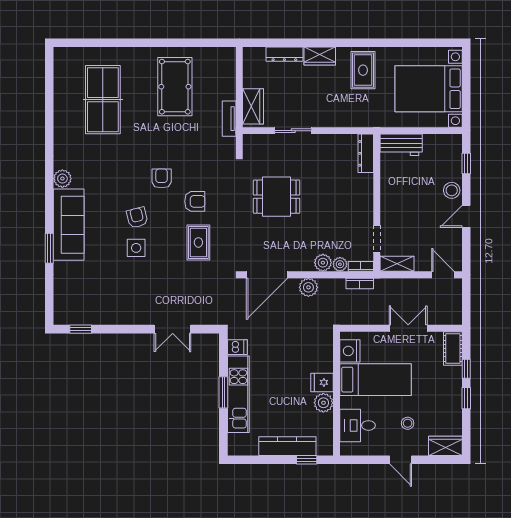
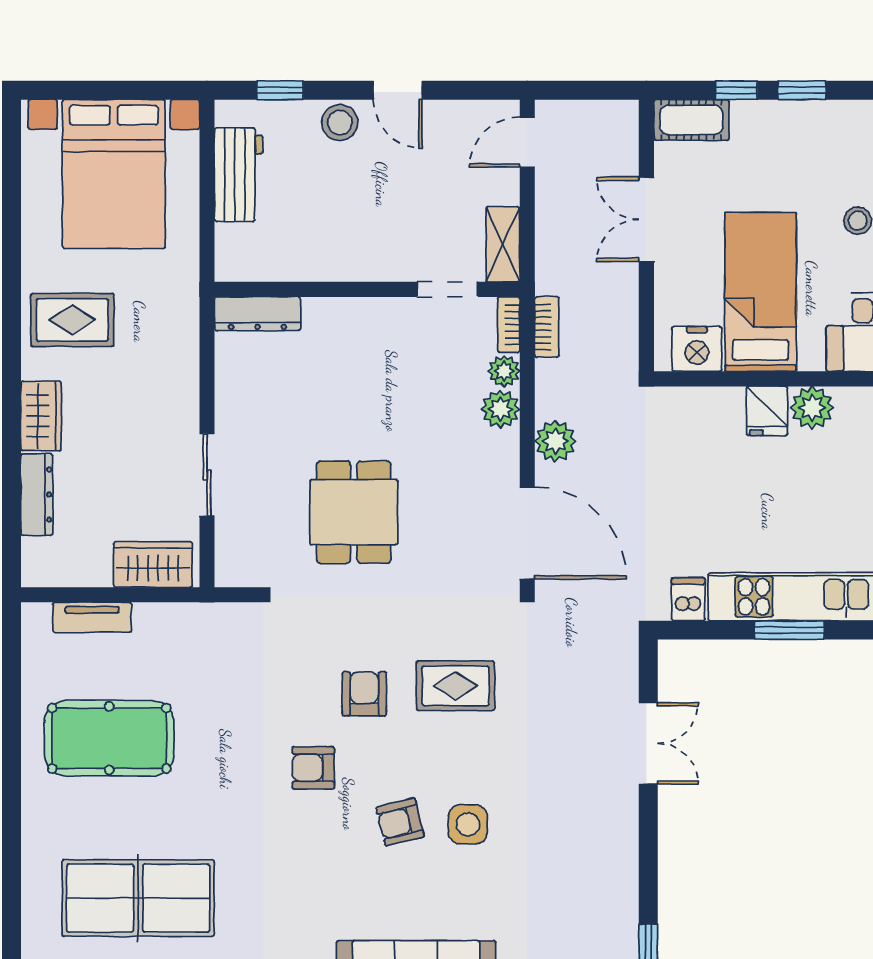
tv unit: (229, 119) -> (92, 617), moved
workbench: (401, 145) -> (239, 175), moved

